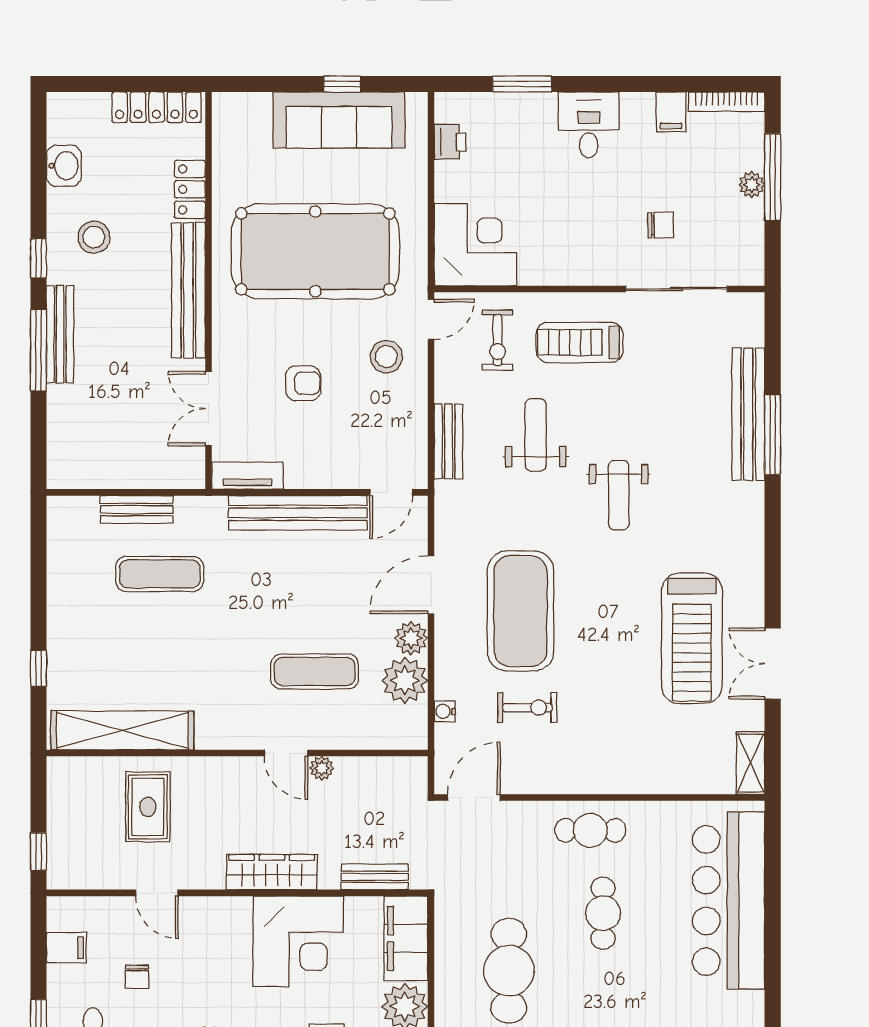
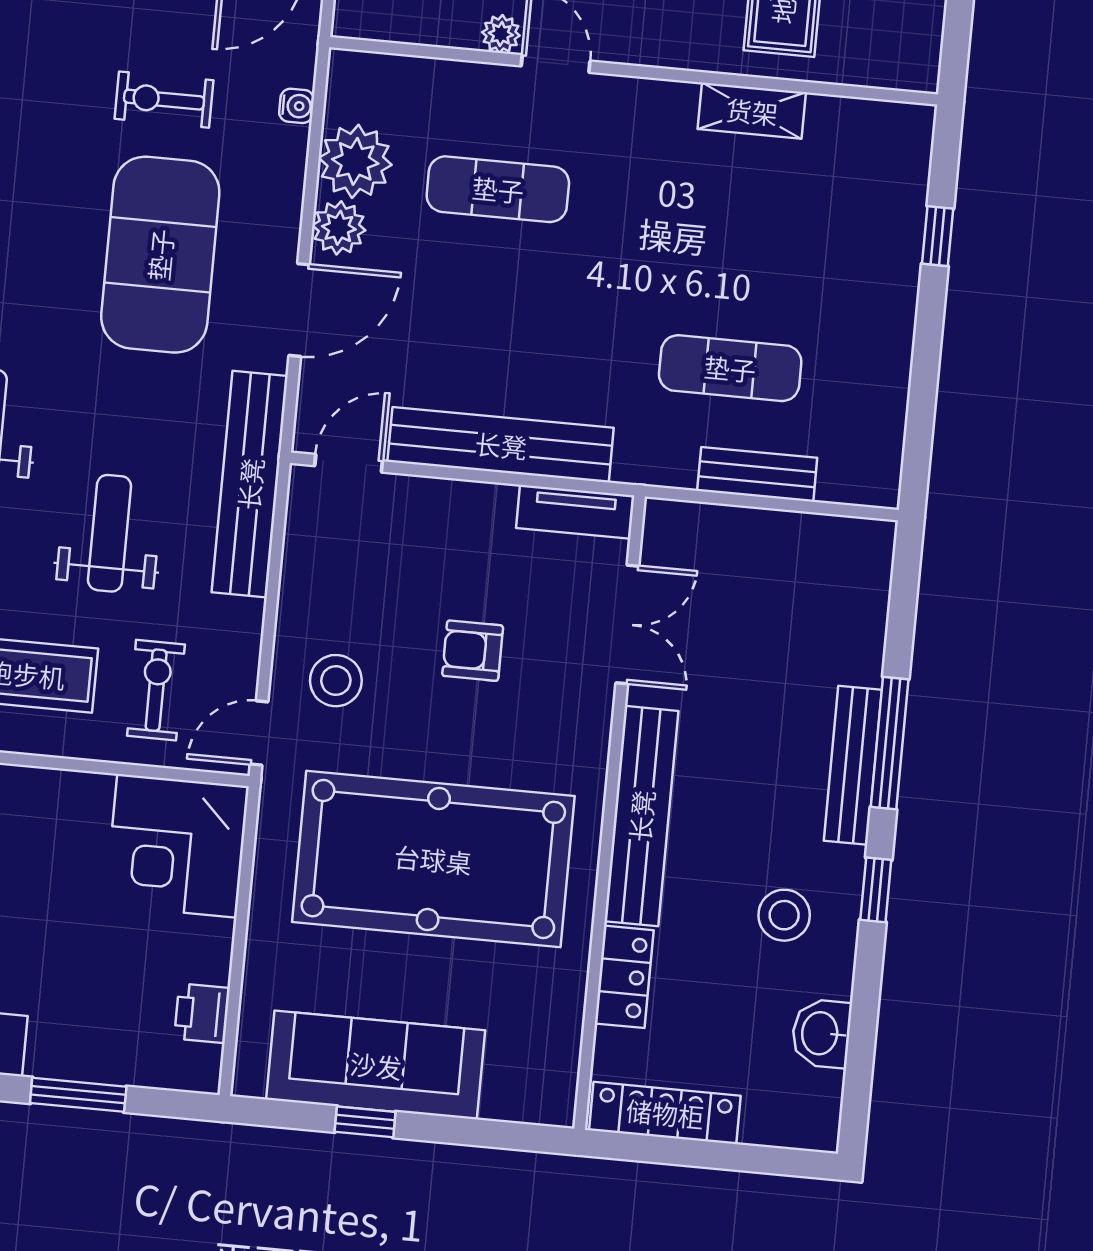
weight bench: (536, 435) -> (110, 533), turned 180
bench: (448, 441) -> (250, 484), width x1.86, depth x1.21
shelving: (122, 730) -> (752, 111), width x0.45, depth x0.75

